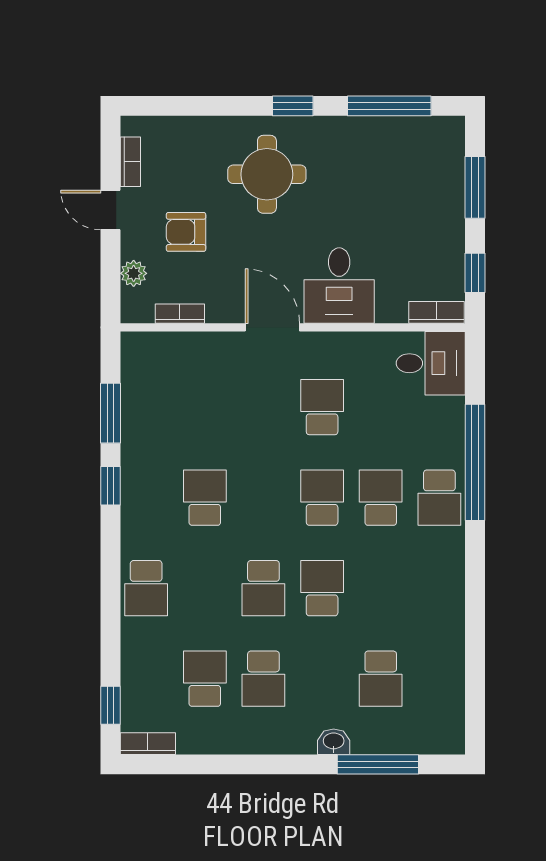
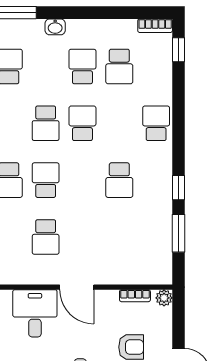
plant: (134, 273) -> (164, 298), moved
school desk: (322, 498) -> (46, 180), turned 180
washbasin: (334, 742) -> (55, 27), moved

